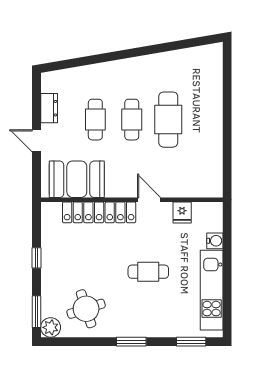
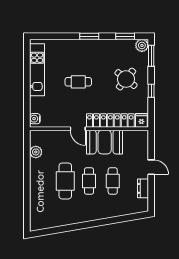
plant: (213, 164) -> (36, 152), added
booth: (77, 179) -> (105, 142), moved
fridge: (182, 212) -> (141, 120), moved
water cooler: (215, 241) -> (35, 119), moved
round table: (86, 309) -> (126, 79), moved, turned -33
window: (191, 342) -> (125, 36), moved

